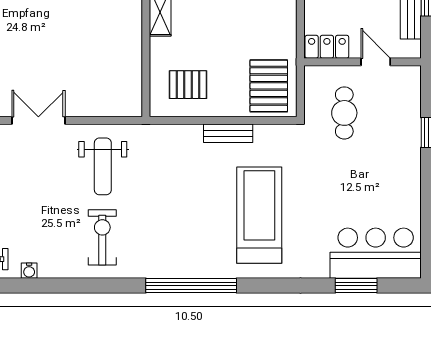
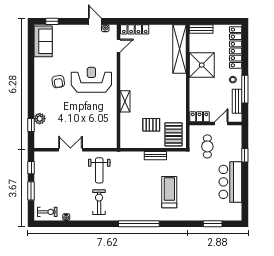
door: (376, 62) -> (221, 124), hinge flipped
pallet: (188, 85) -> (151, 125), moved
treadmill: (259, 215) -> (169, 192), width x0.73, depth x0.73
bar counter: (376, 253) -> (230, 182), moved, turned -90

